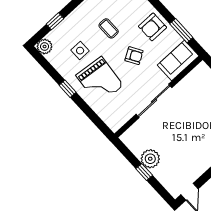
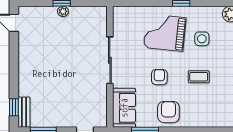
armchair: (134, 56) -> (159, 77), turned 121
plant: (150, 159) -> (63, 11), width x0.53, depth x0.53

